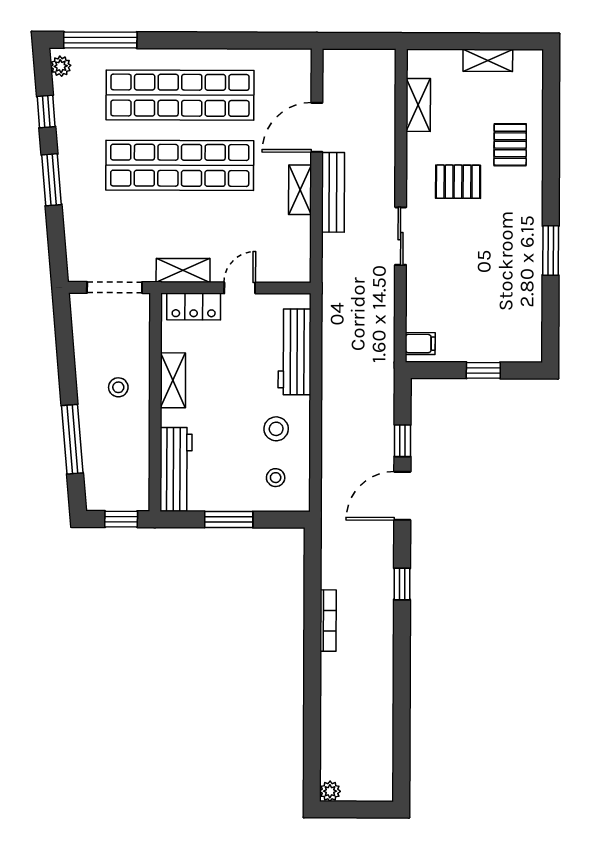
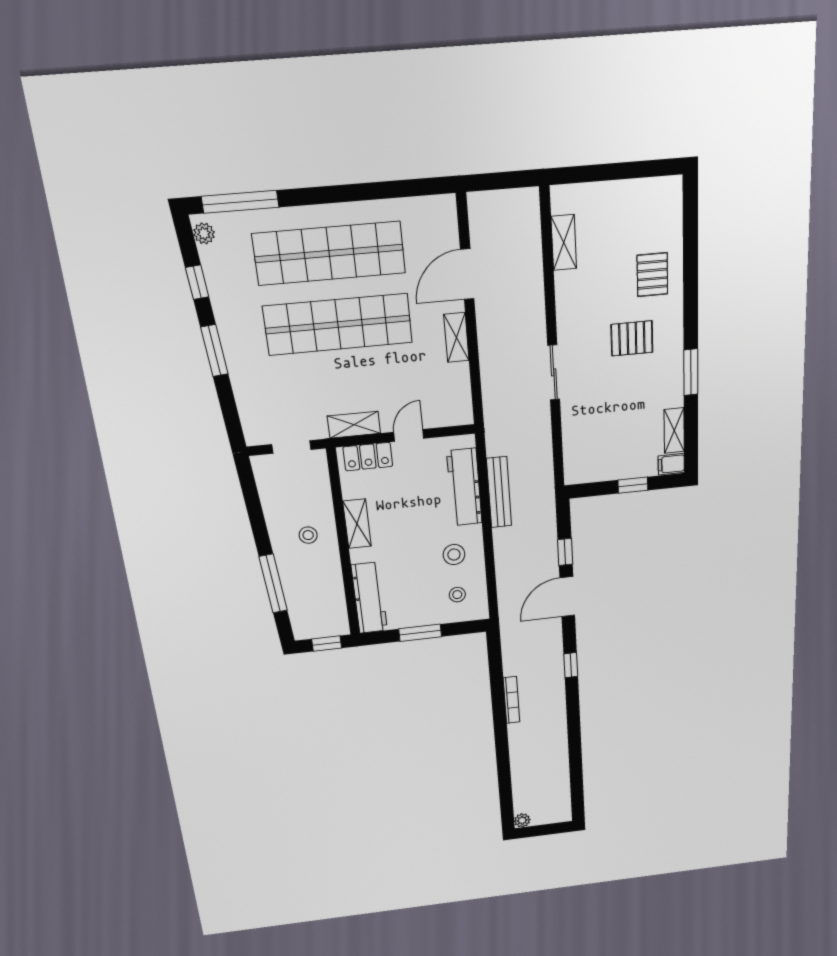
shelving: (488, 60) -> (674, 431), moved, turned 90
pallet: (458, 182) -> (632, 338), moved
bench: (333, 192) -> (499, 492), moved
doorway: (115, 287) -> (292, 447), width x0.73
filing cabinet: (420, 344) -> (671, 464), moved, turned 180

